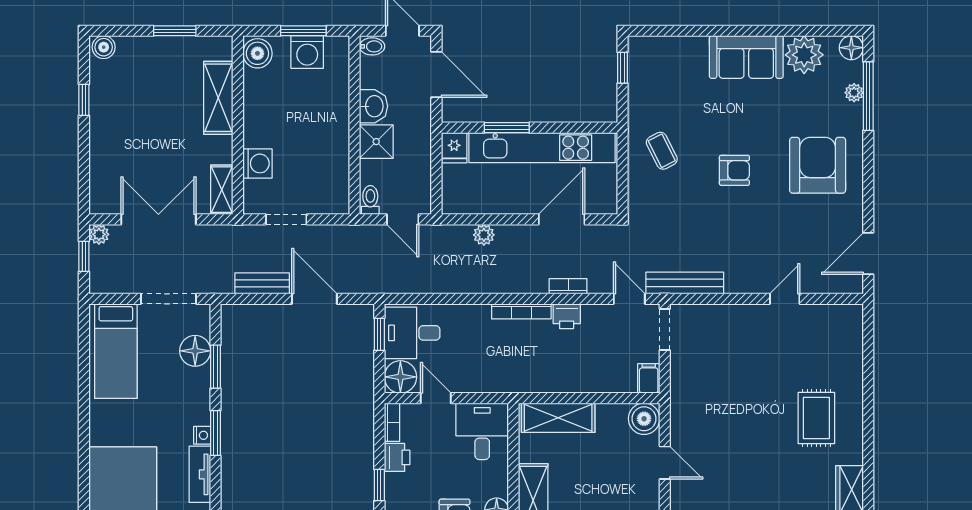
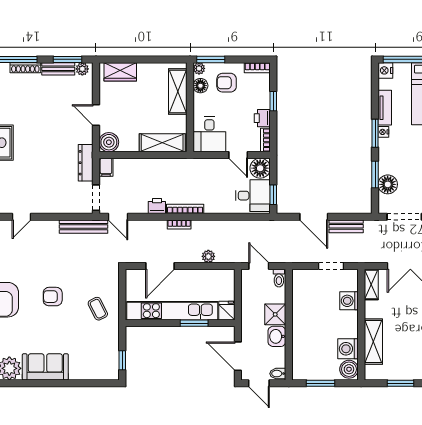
washing machine: (307, 52) -> (348, 349), moved, turned -90
bookcase: (568, 286) -> (179, 225), moved
dresser: (681, 386) -> (86, 163), added

